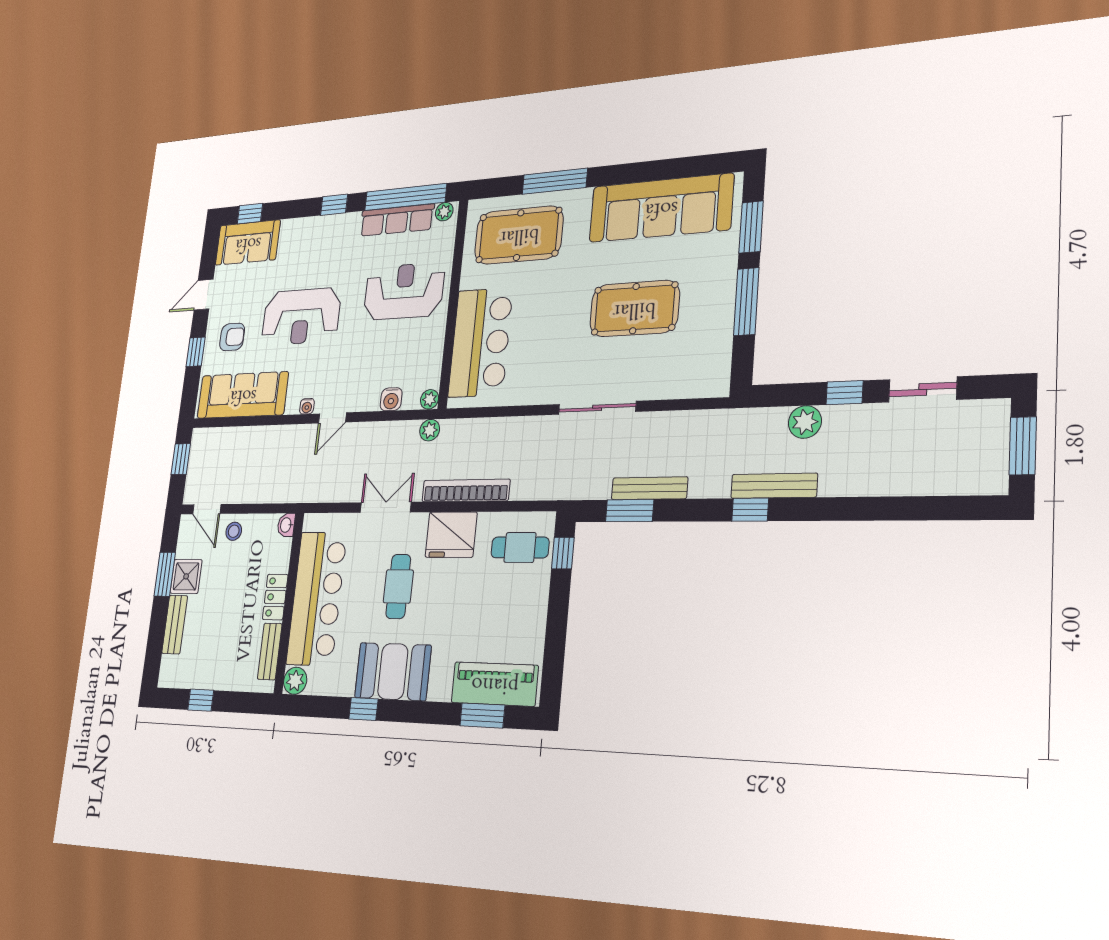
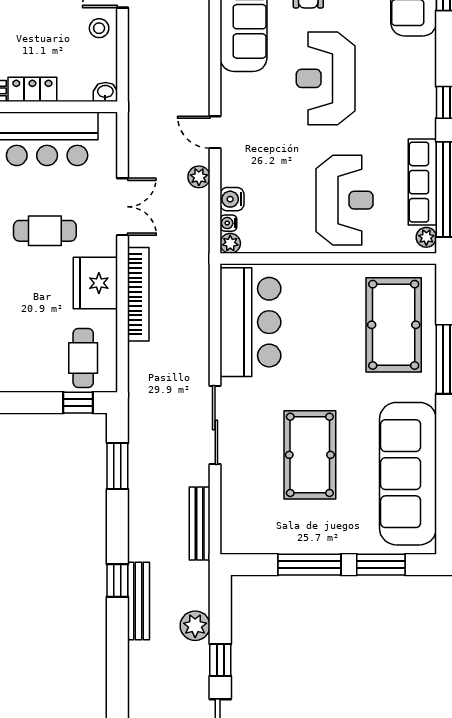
bar counter: (480, 342) -> (250, 322), moved, turned -90
water cooler: (307, 406) -> (228, 223), moved
plant: (430, 430) -> (199, 177), moved
bench: (649, 488) -> (200, 523), moved

